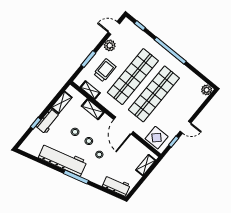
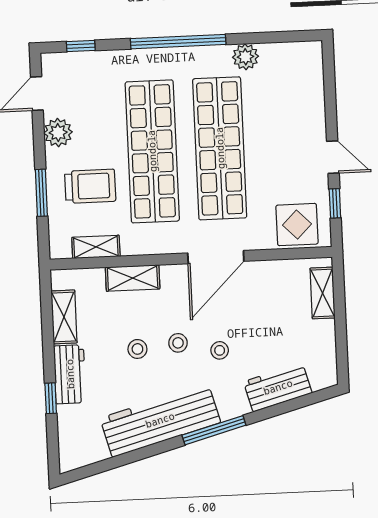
trolley: (105, 70) -> (90, 186), turned 90
plant: (207, 90) -> (245, 57), moved
door: (123, 126) -> (216, 257), hinge flipped
door: (186, 127) -> (333, 157), hinge flipped
workbench: (116, 186) -> (278, 387), moved

